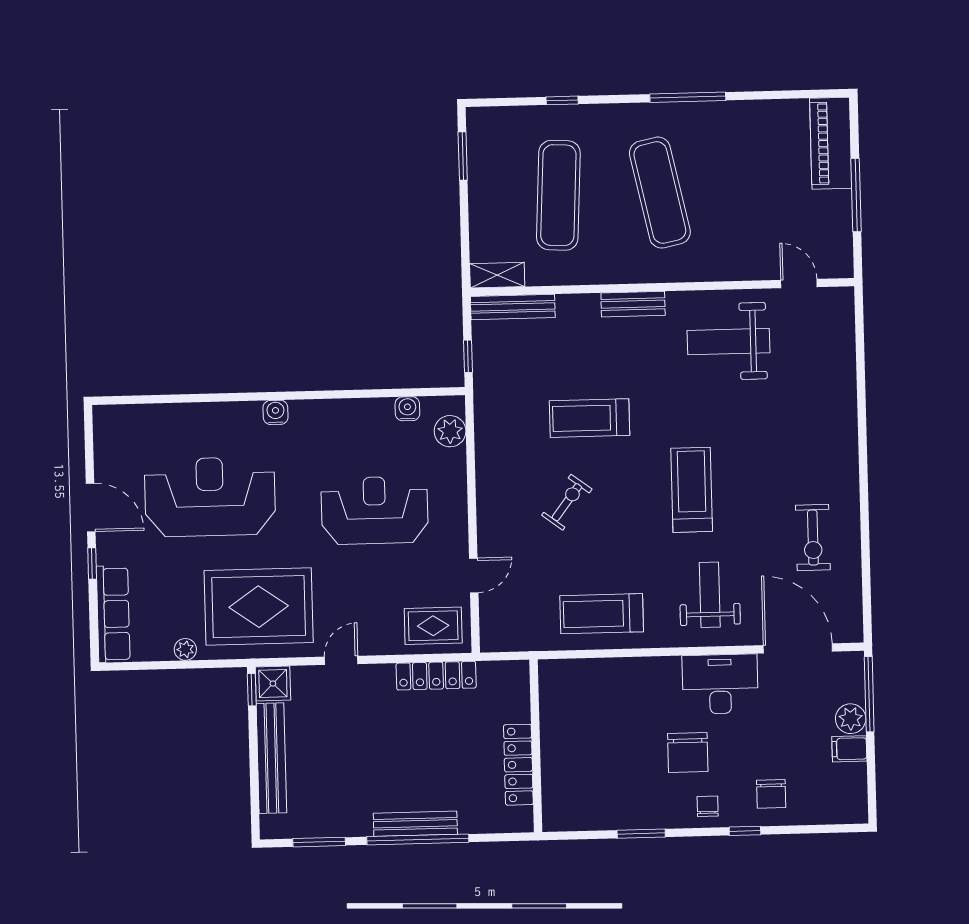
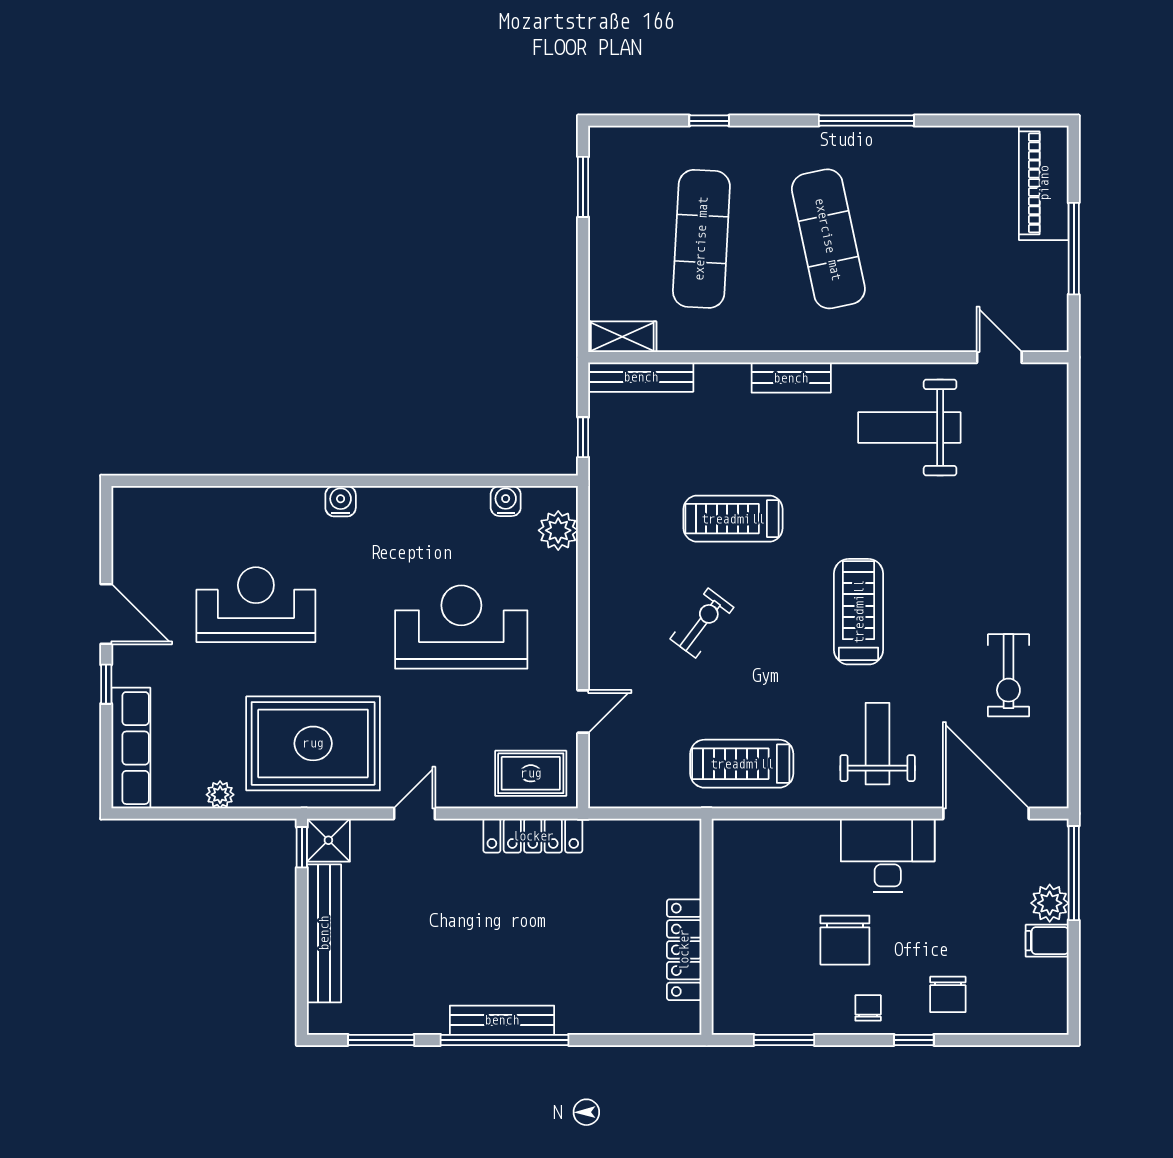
reception desk: (210, 497) -> (256, 605), width x0.74, depth x0.77
wall: (536, 746) -> (707, 927), moved
locker: (518, 765) -> (684, 950), moved

